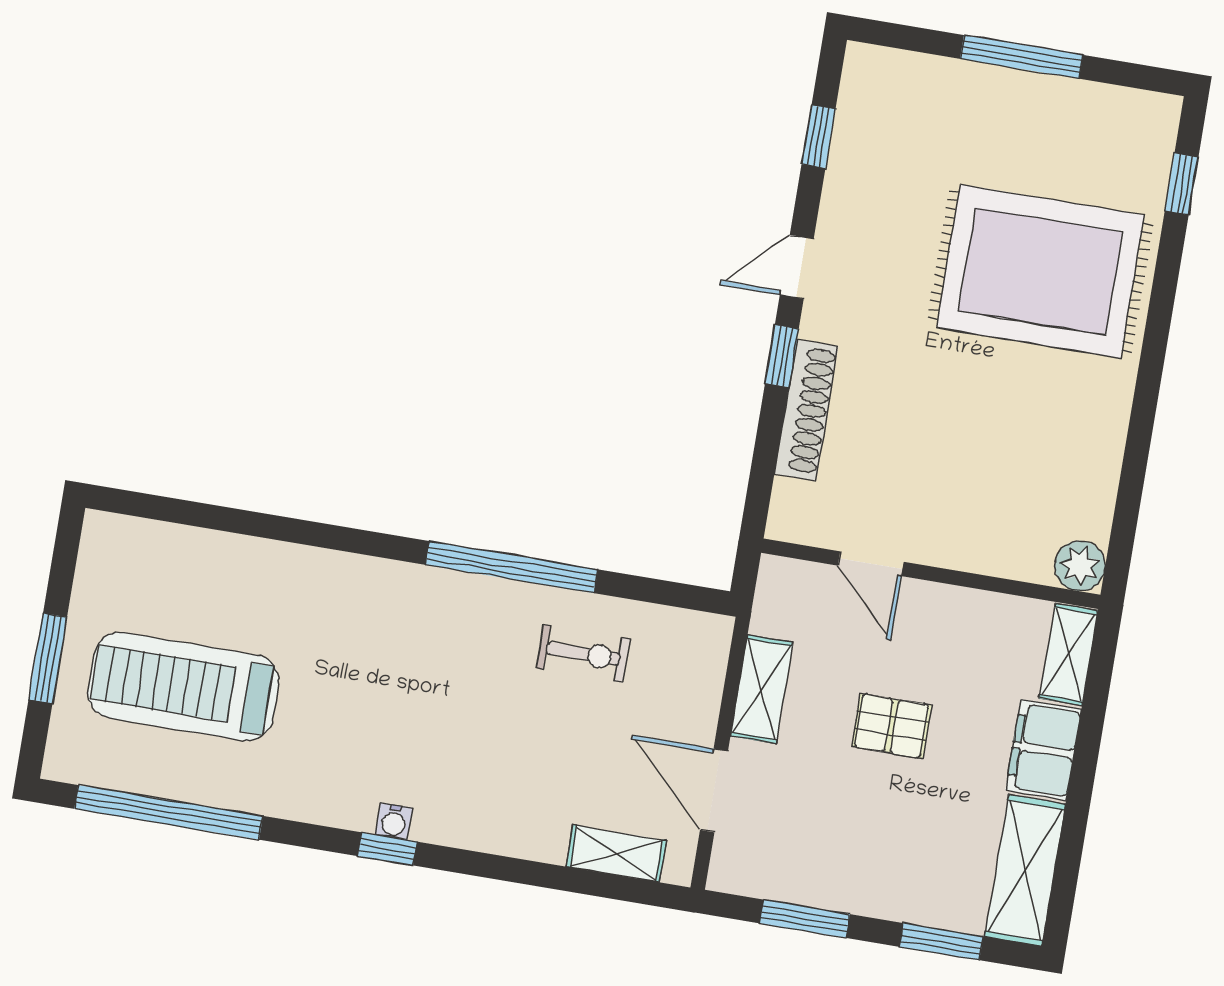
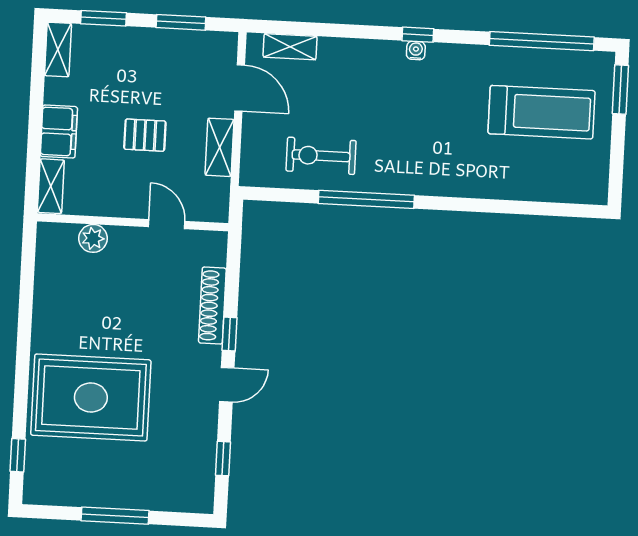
plant: (1080, 566) -> (93, 238), moved
exercise bike: (583, 654) -> (321, 156), width x1.38, depth x1.39
window: (48, 658) -> (620, 89), moved
shelving: (1025, 870) -> (58, 50), width x0.67, depth x0.75

